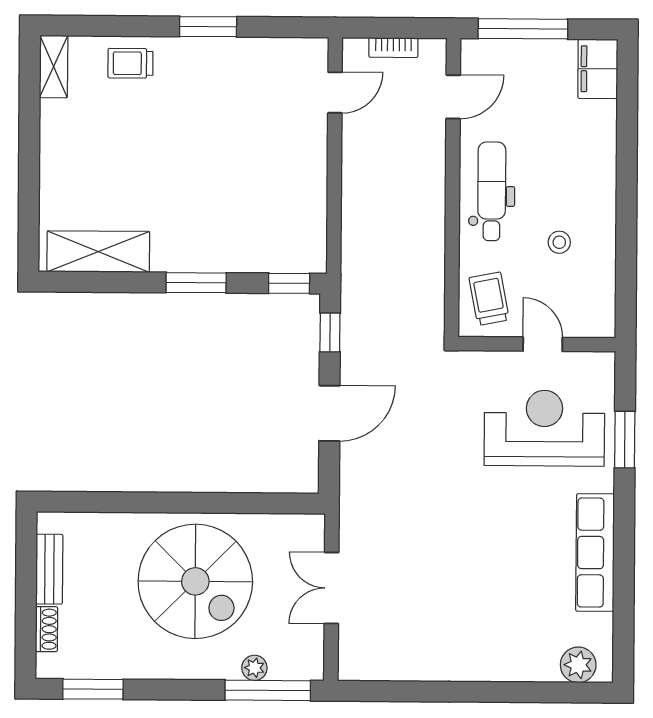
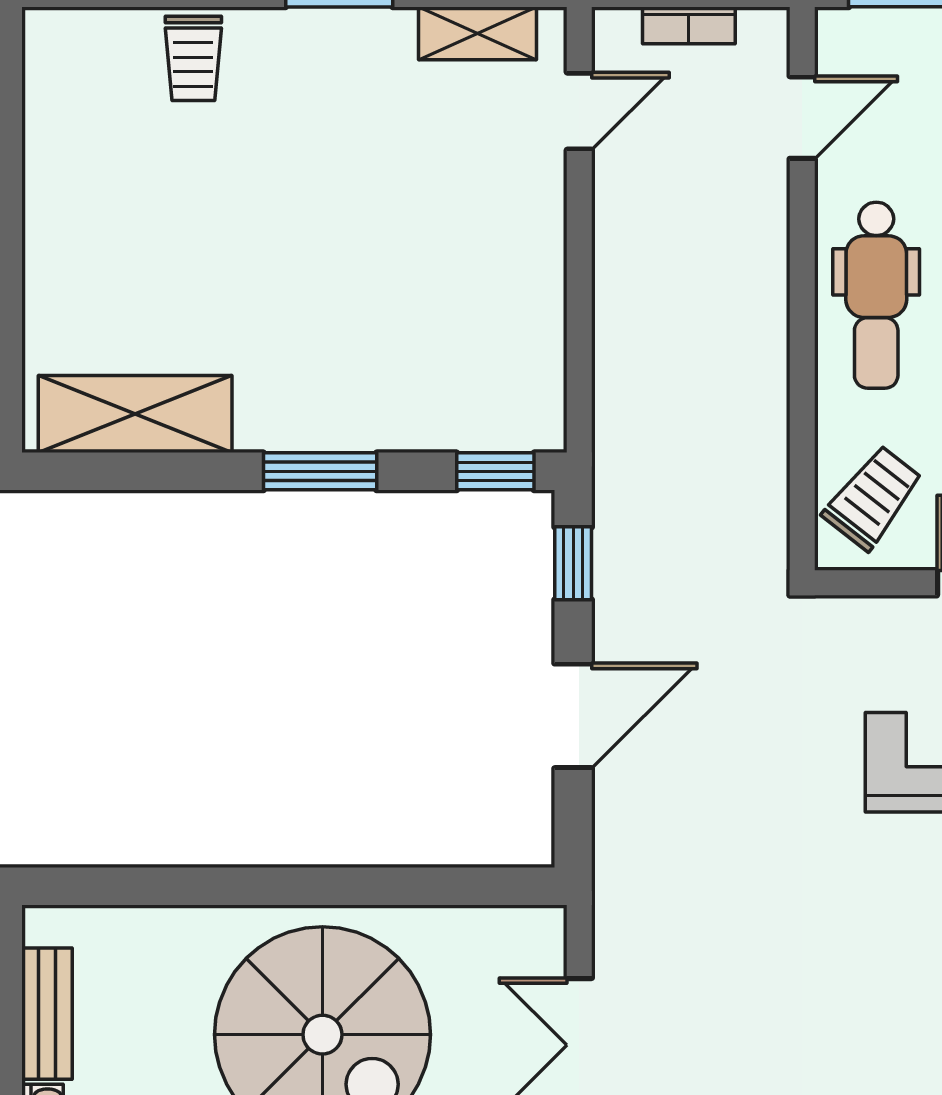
trolley: (130, 63) -> (193, 58), turned -90
shelving: (54, 67) -> (477, 33), moved, turned 90
dental chair: (492, 191) -> (876, 295), turned 180
trolley: (489, 299) -> (873, 498), turned 49

